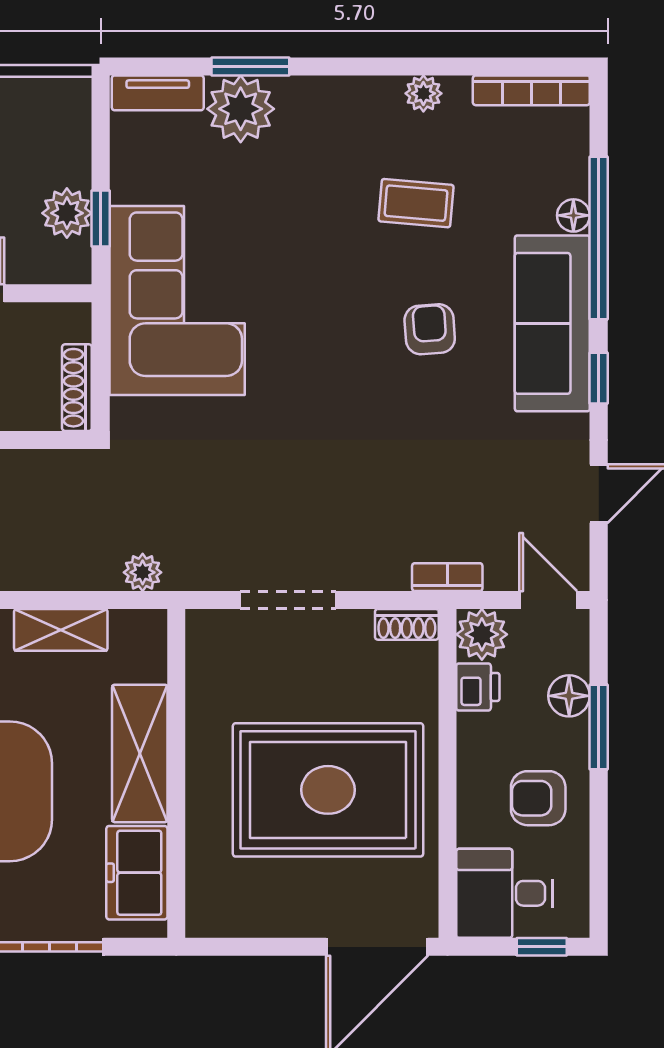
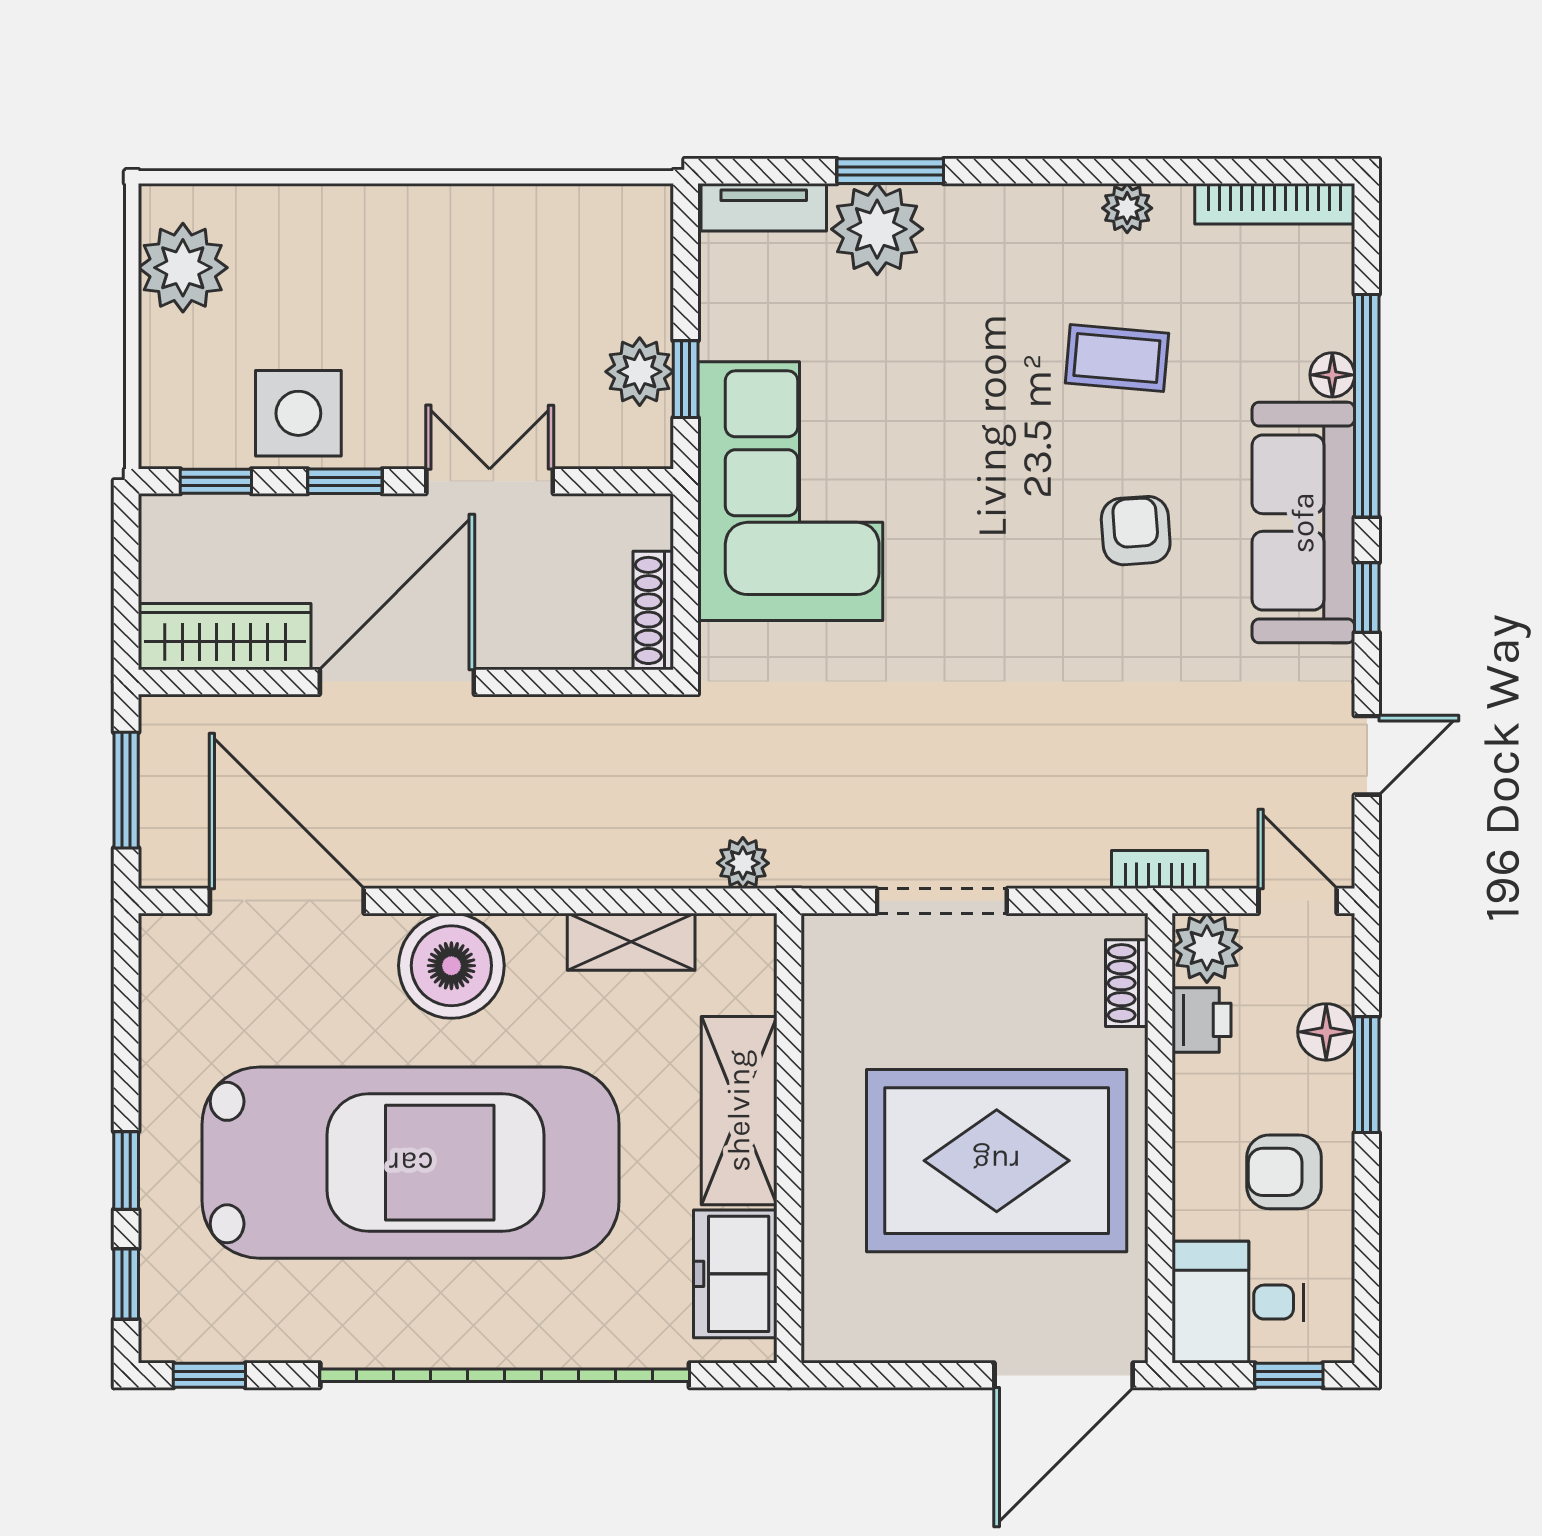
shoe rack: (407, 624) -> (1127, 983), moved, turned 90

